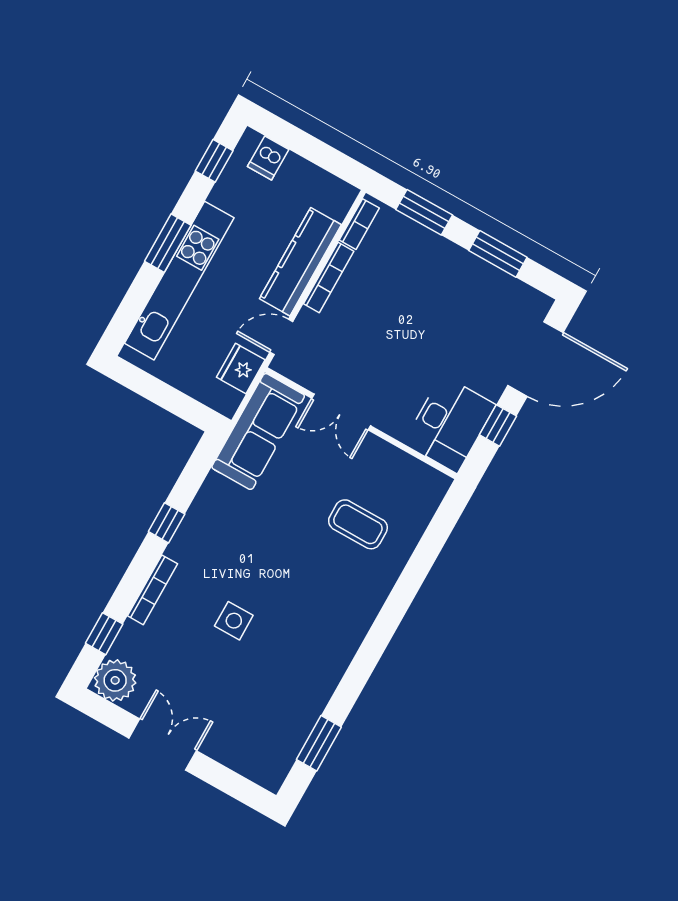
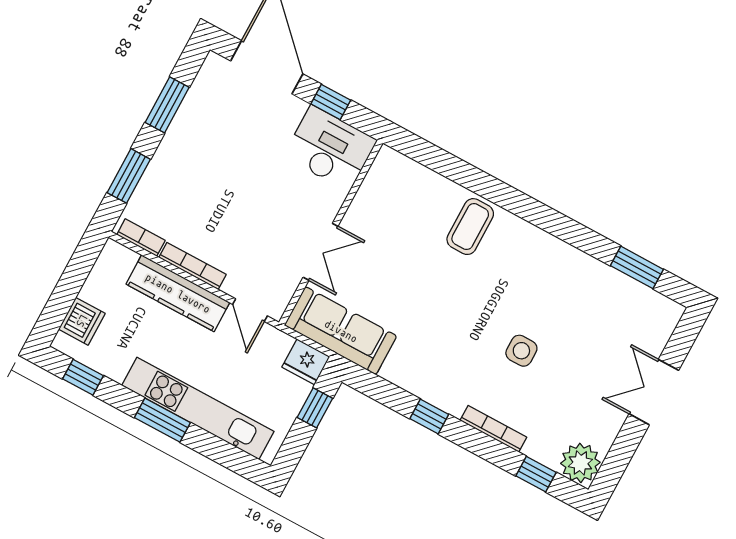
dishwasher: (268, 158) -> (82, 321), width x1.38
fridge: (241, 369) -> (306, 362), moved
window: (178, 403) -> (315, 408), added
coffee table: (358, 524) -> (470, 227), moved
double door: (163, 744) -> (654, 392), moved

